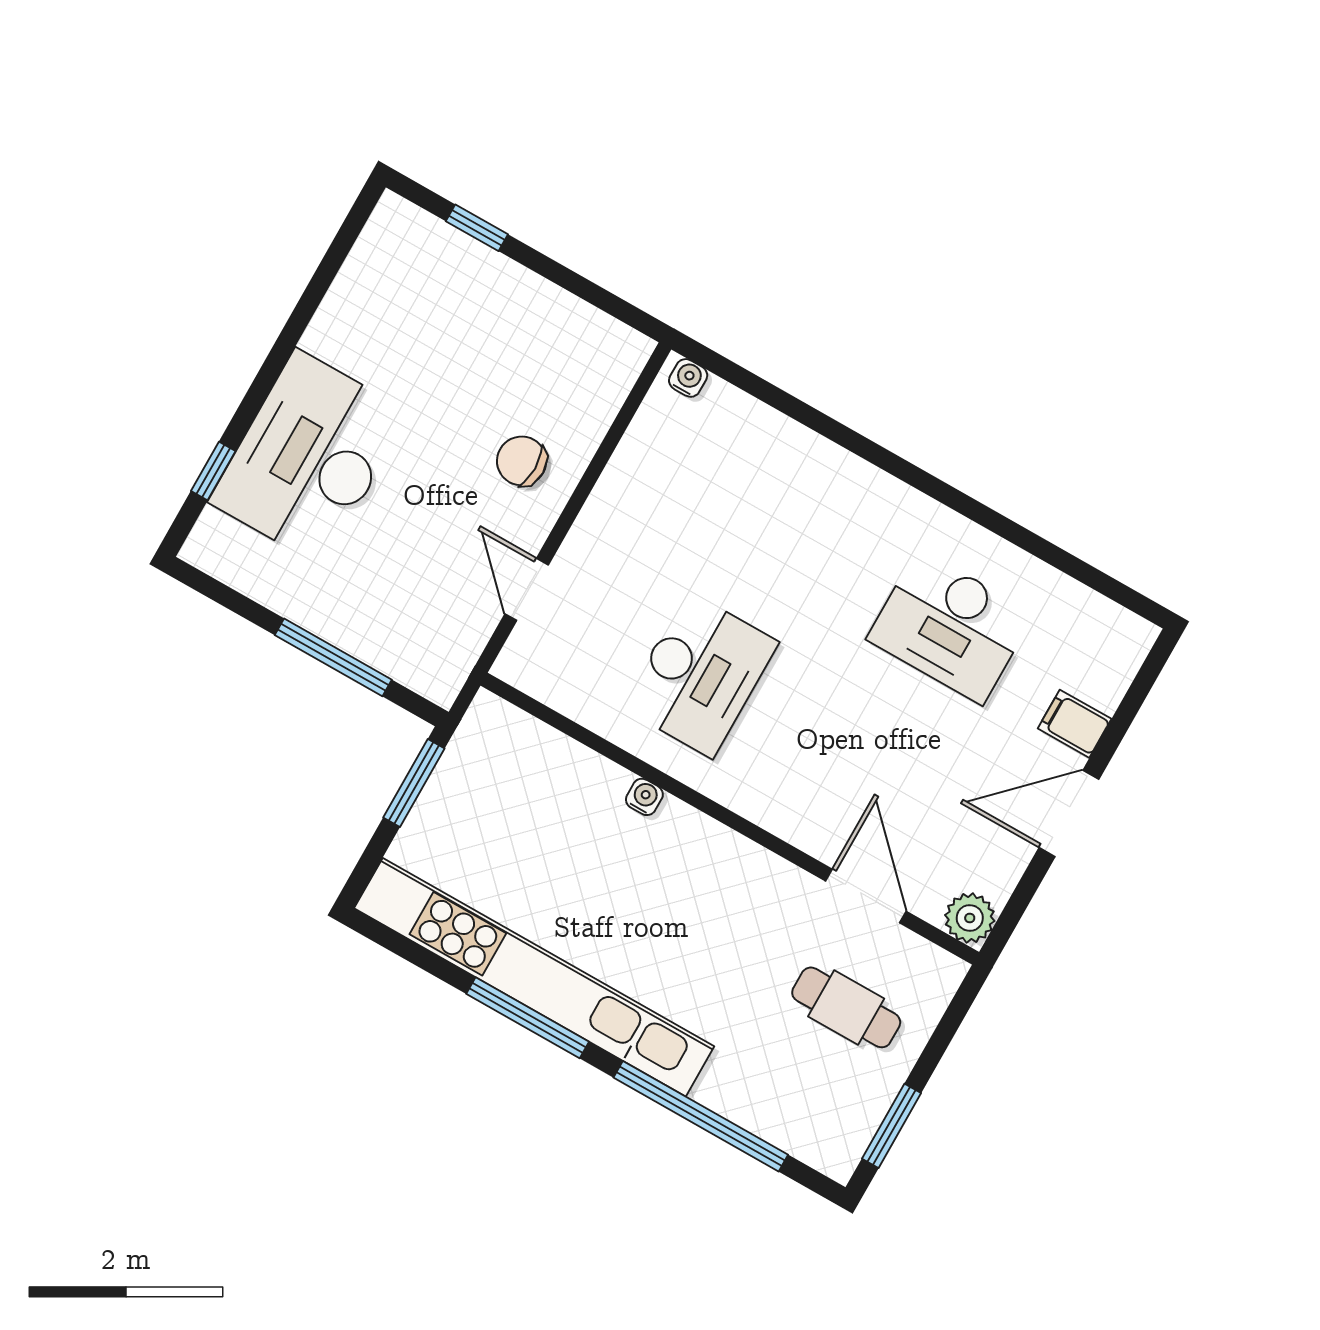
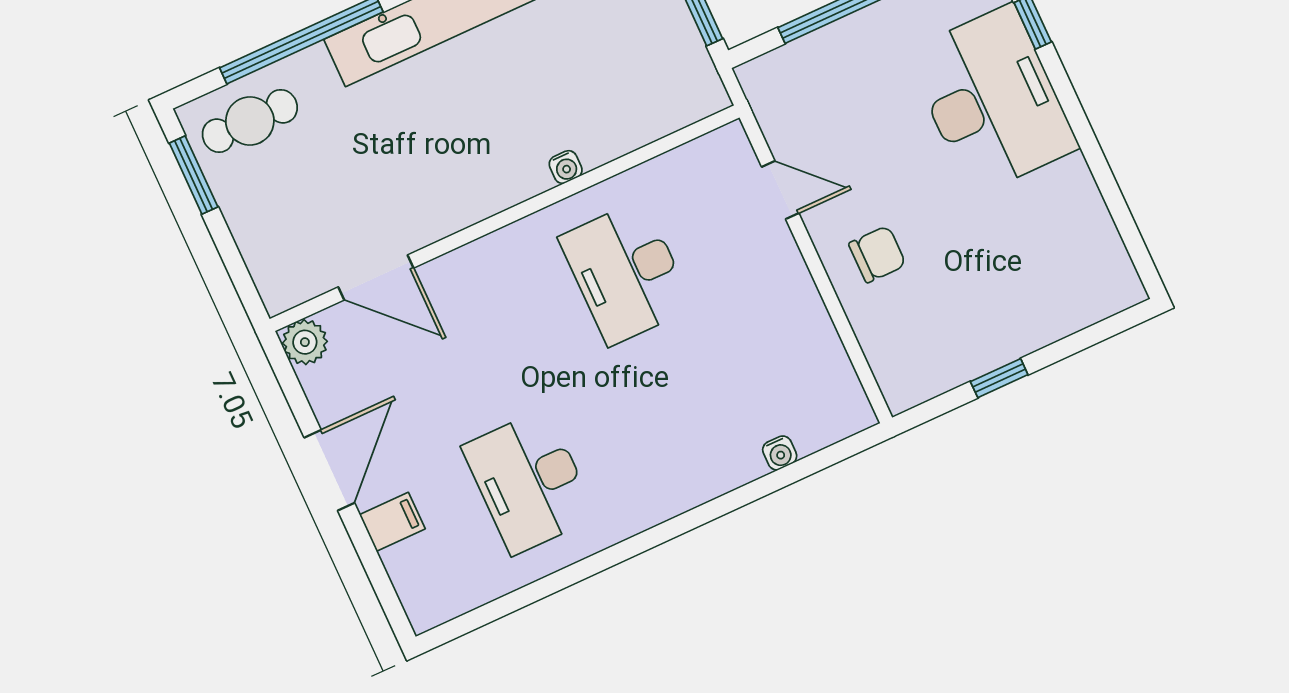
window: (477, 228) -> (999, 378), moved
water cooler: (688, 378) -> (780, 453), moved
desk: (950, 627) -> (529, 482), turned -90
cafe table: (846, 1007) -> (250, 121), moved

